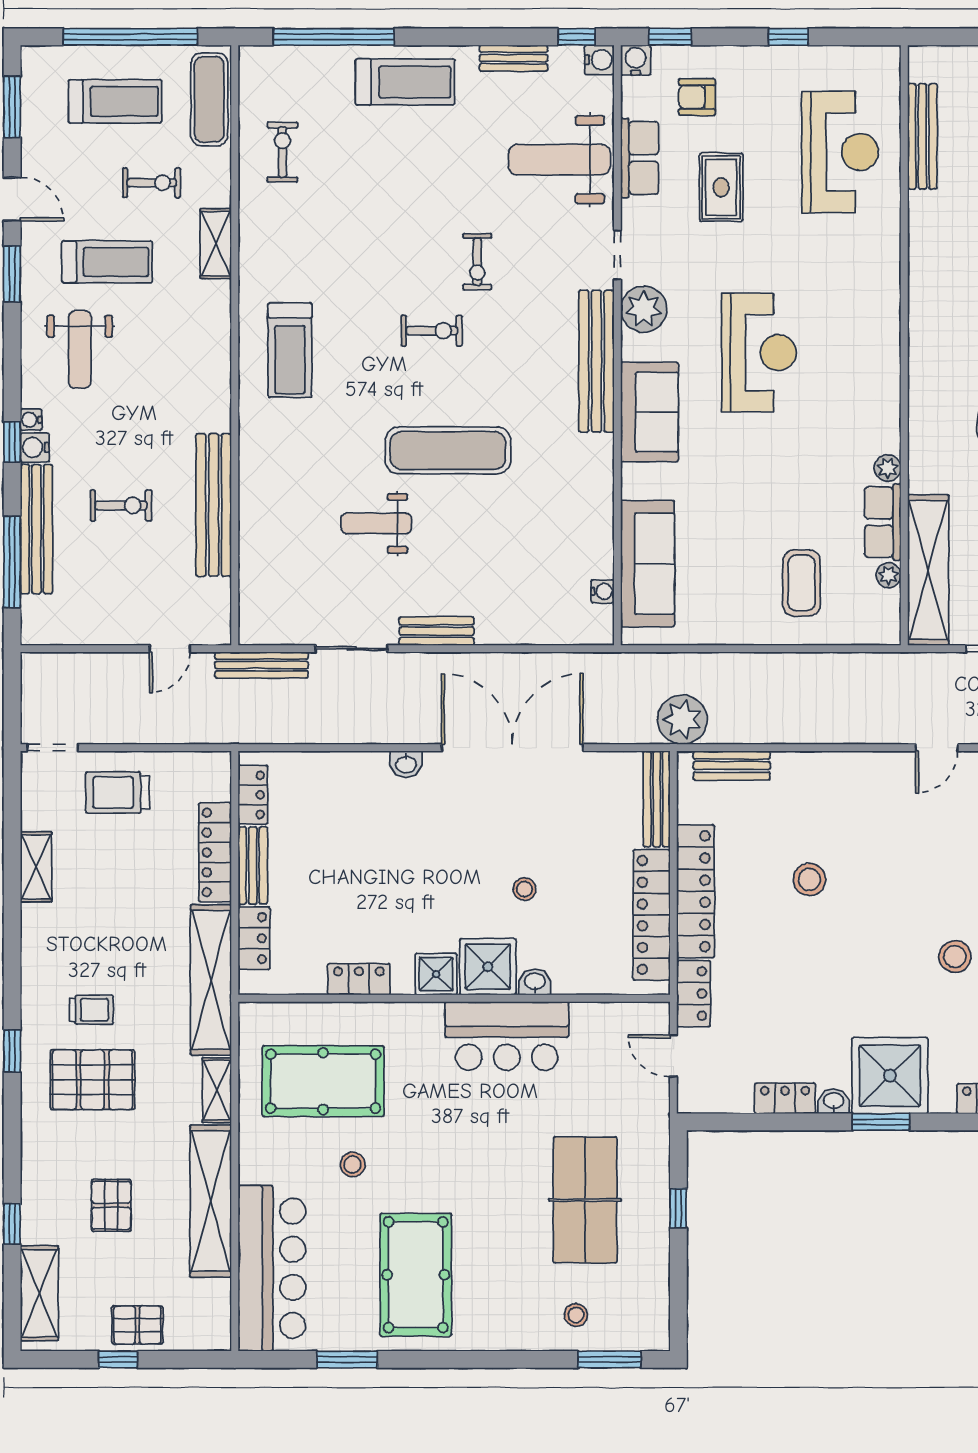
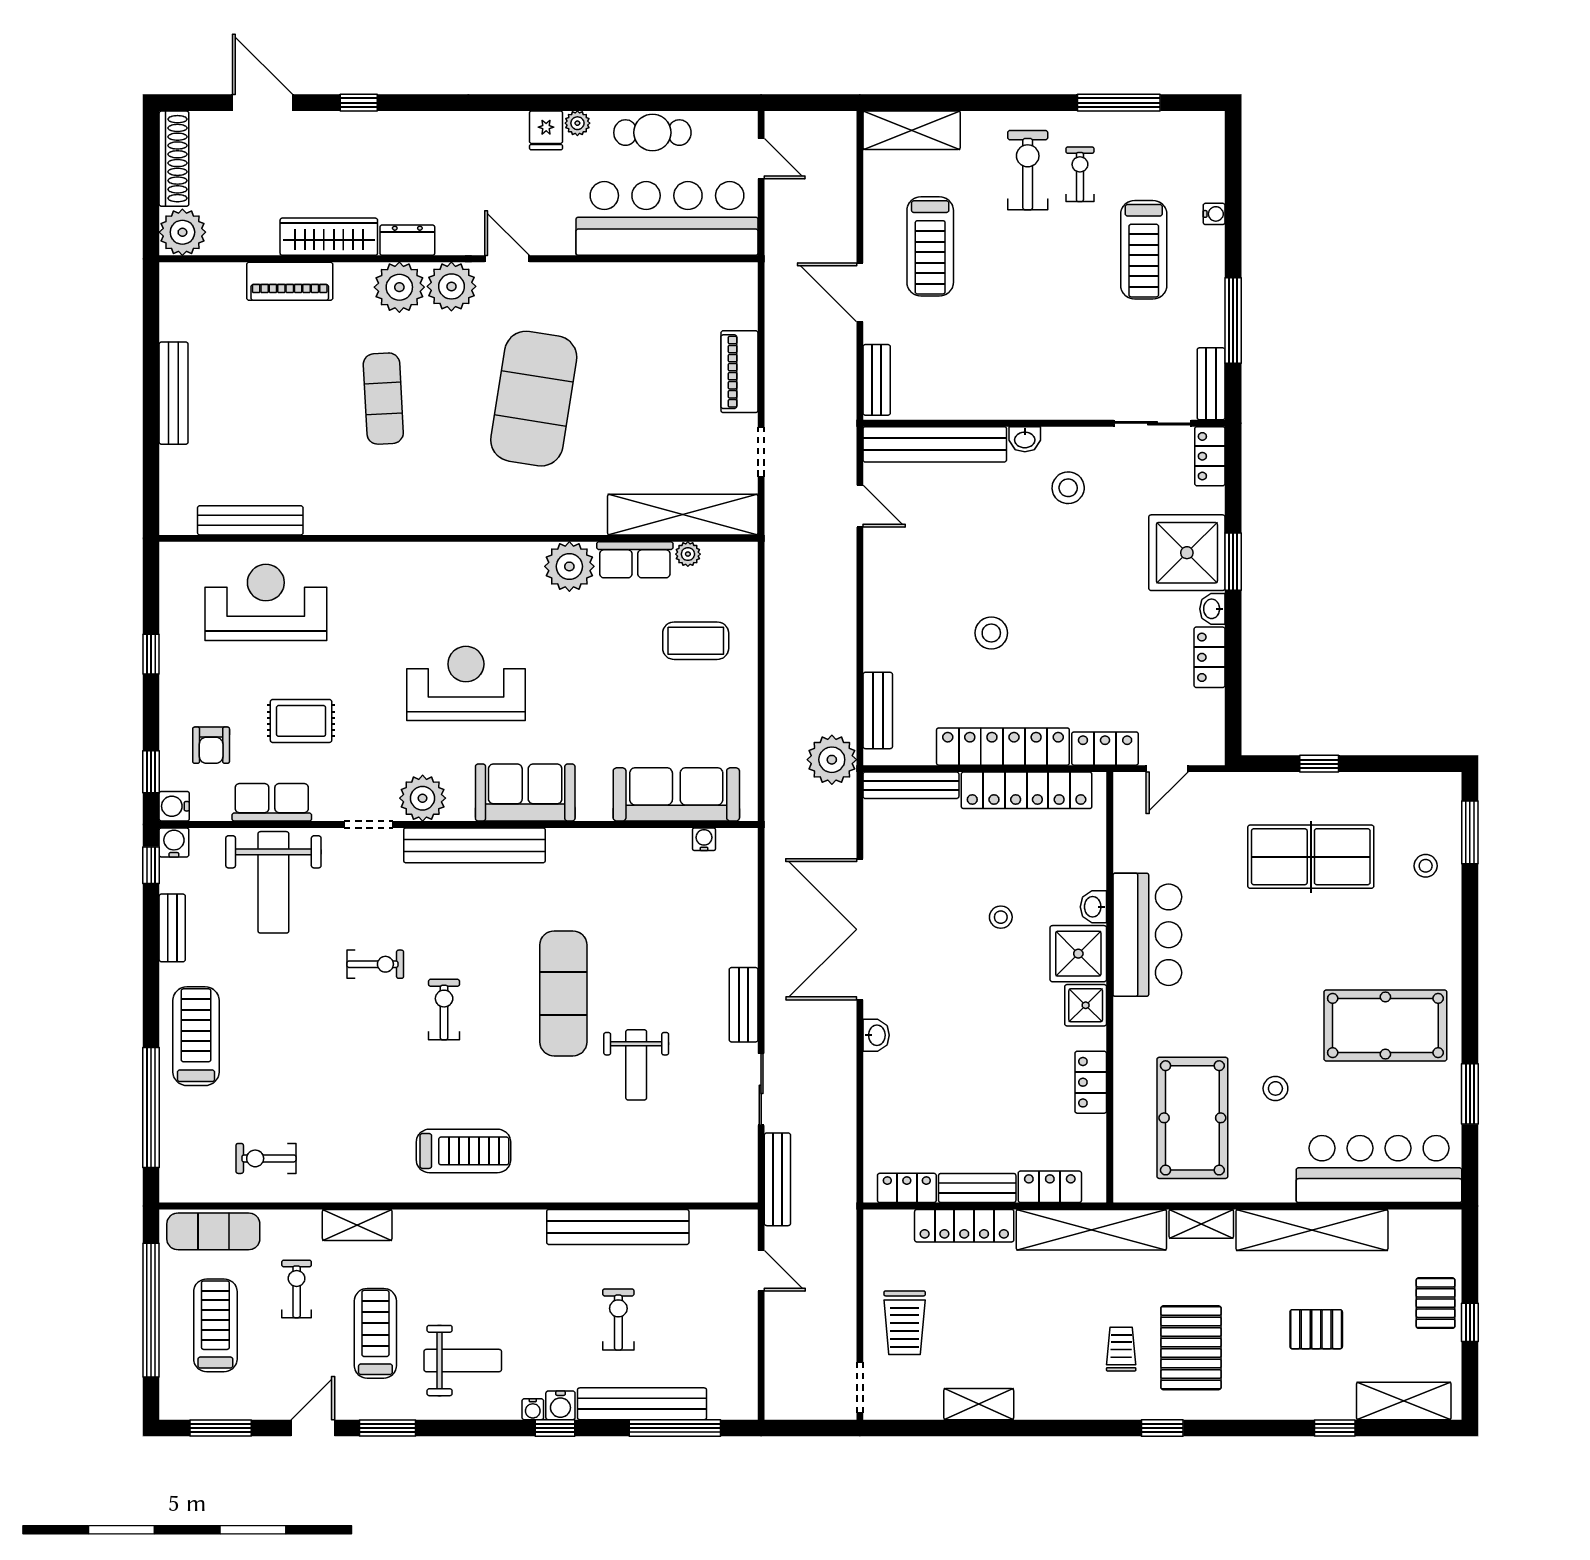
plant: (888, 468) -> (569, 566), width x1.87, depth x1.87

